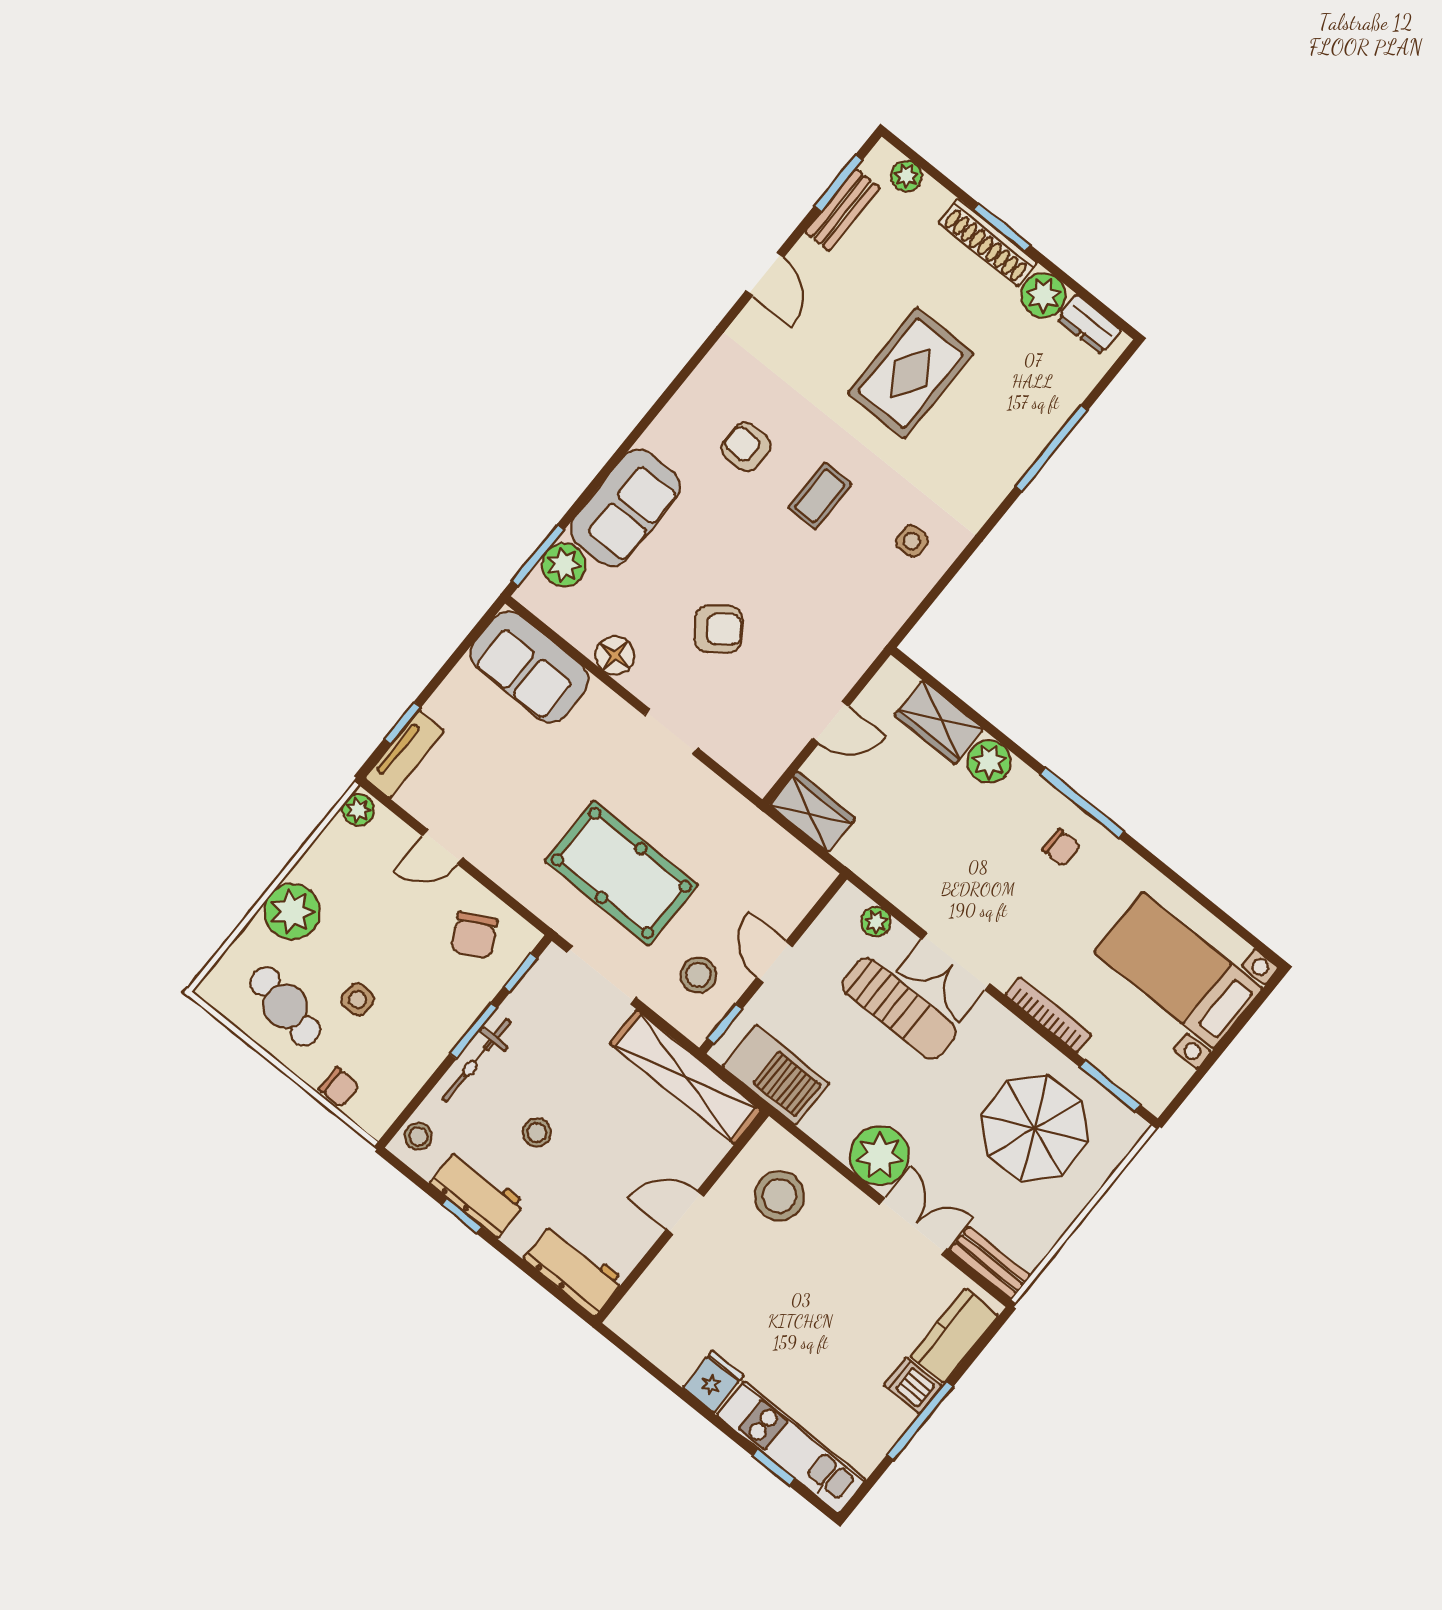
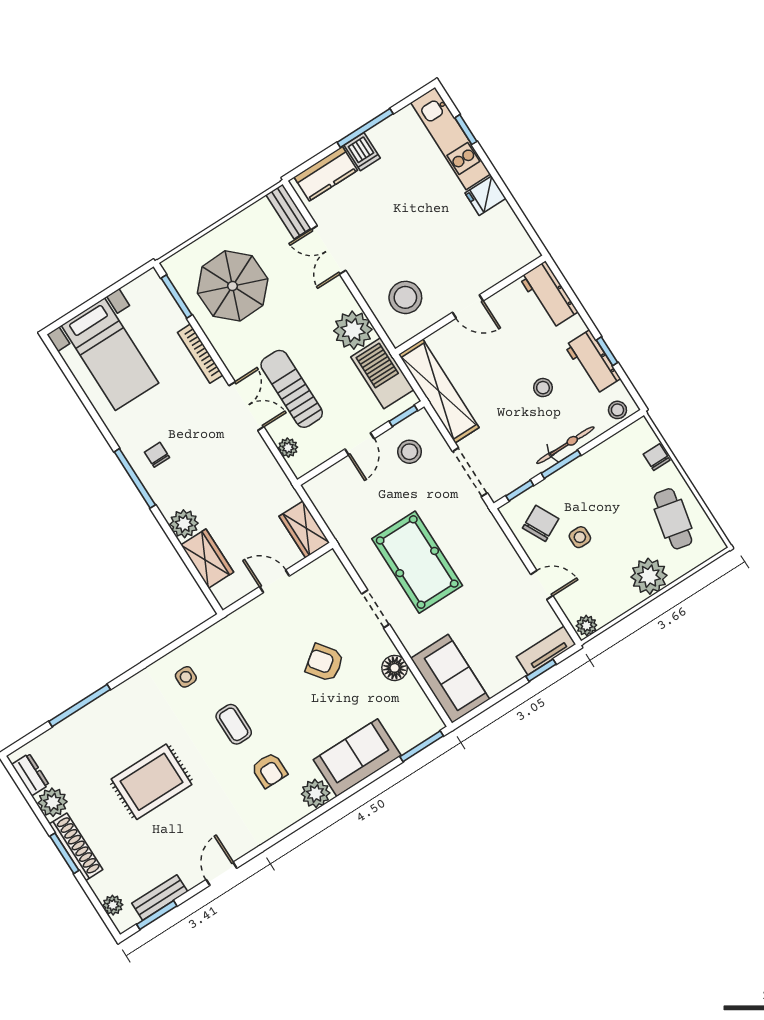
coffee table: (820, 496) -> (234, 724), turned 90
plant: (564, 565) -> (316, 793), moved
pool table: (621, 873) -> (417, 562), moved
side table: (358, 1000) -> (580, 537), moved
plant: (880, 1156) -> (353, 330), moved

